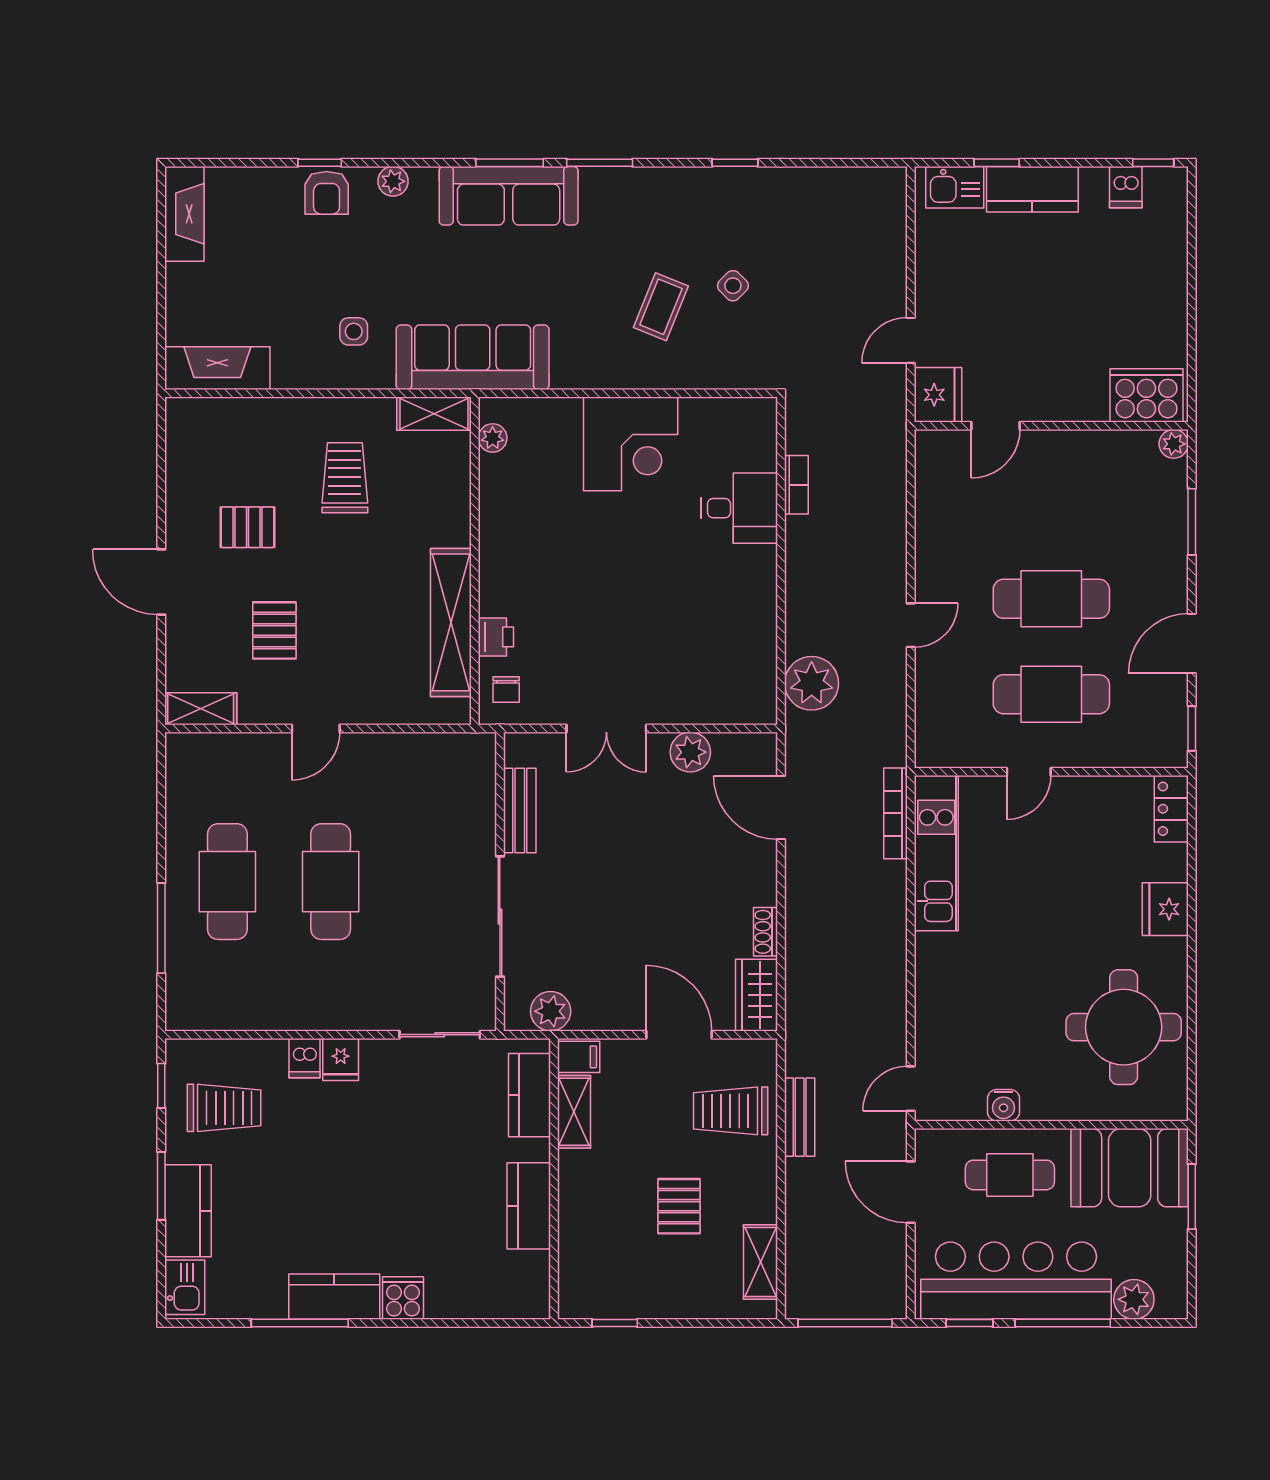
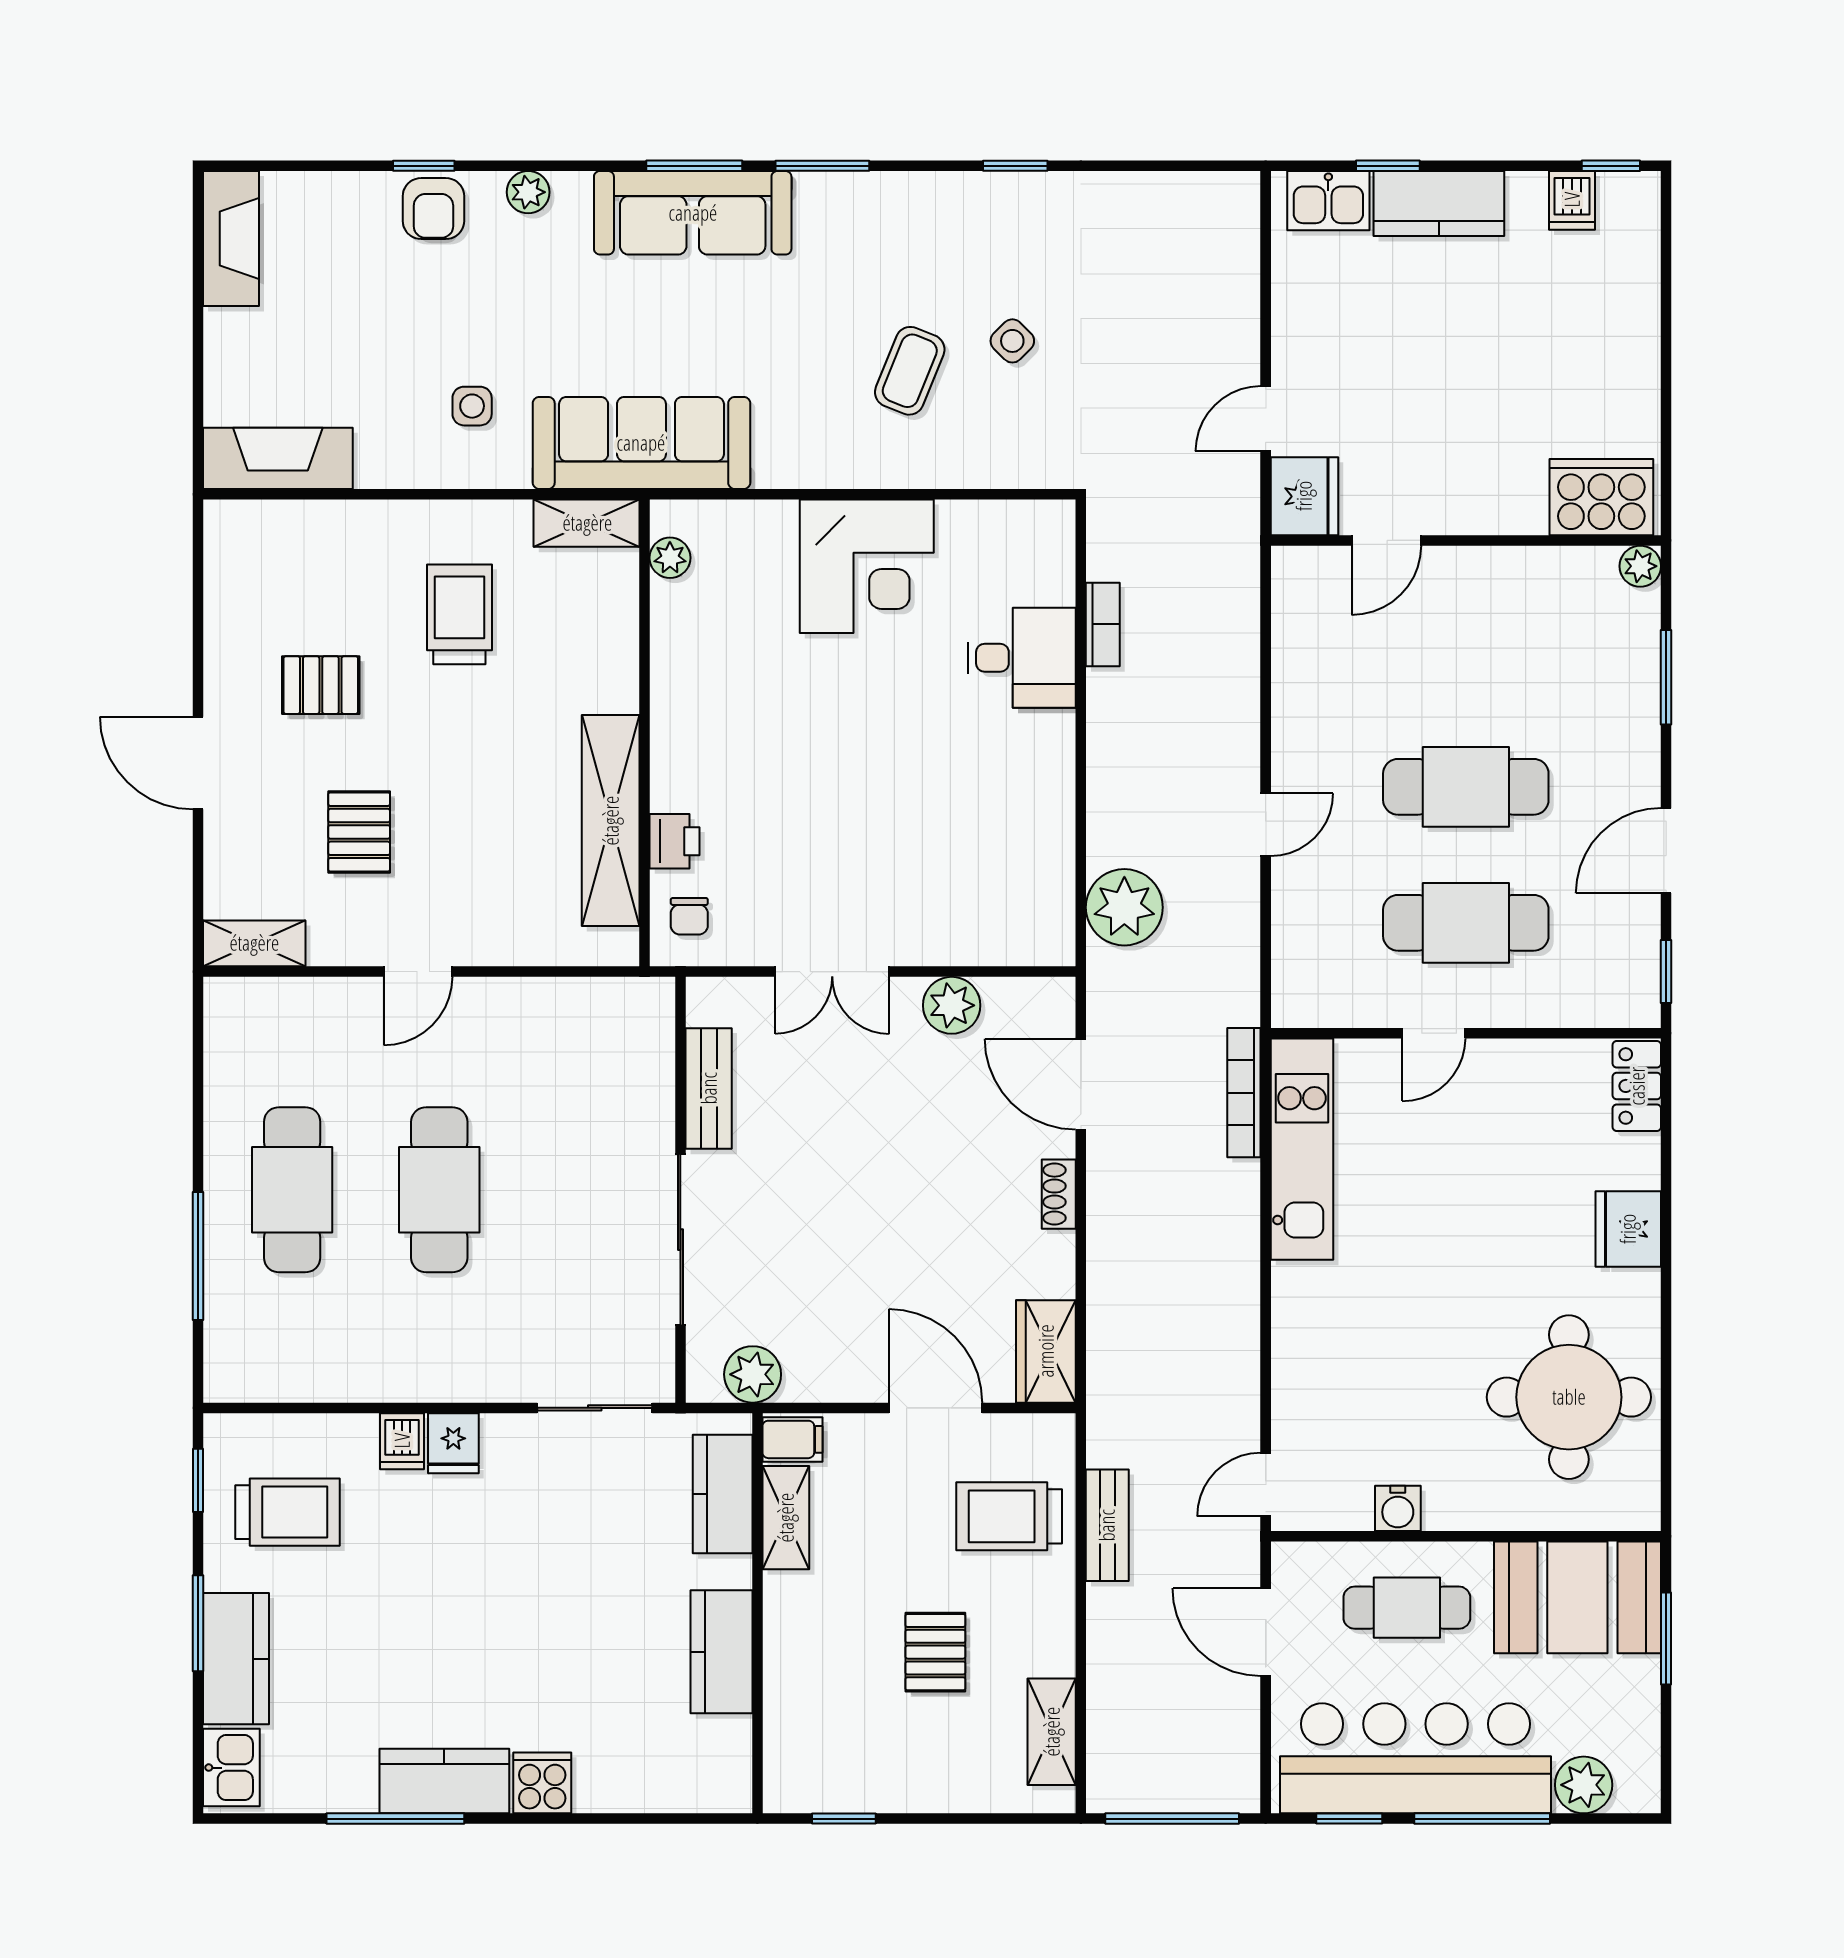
shoe rack: (766, 932) -> (1059, 1194), moved

